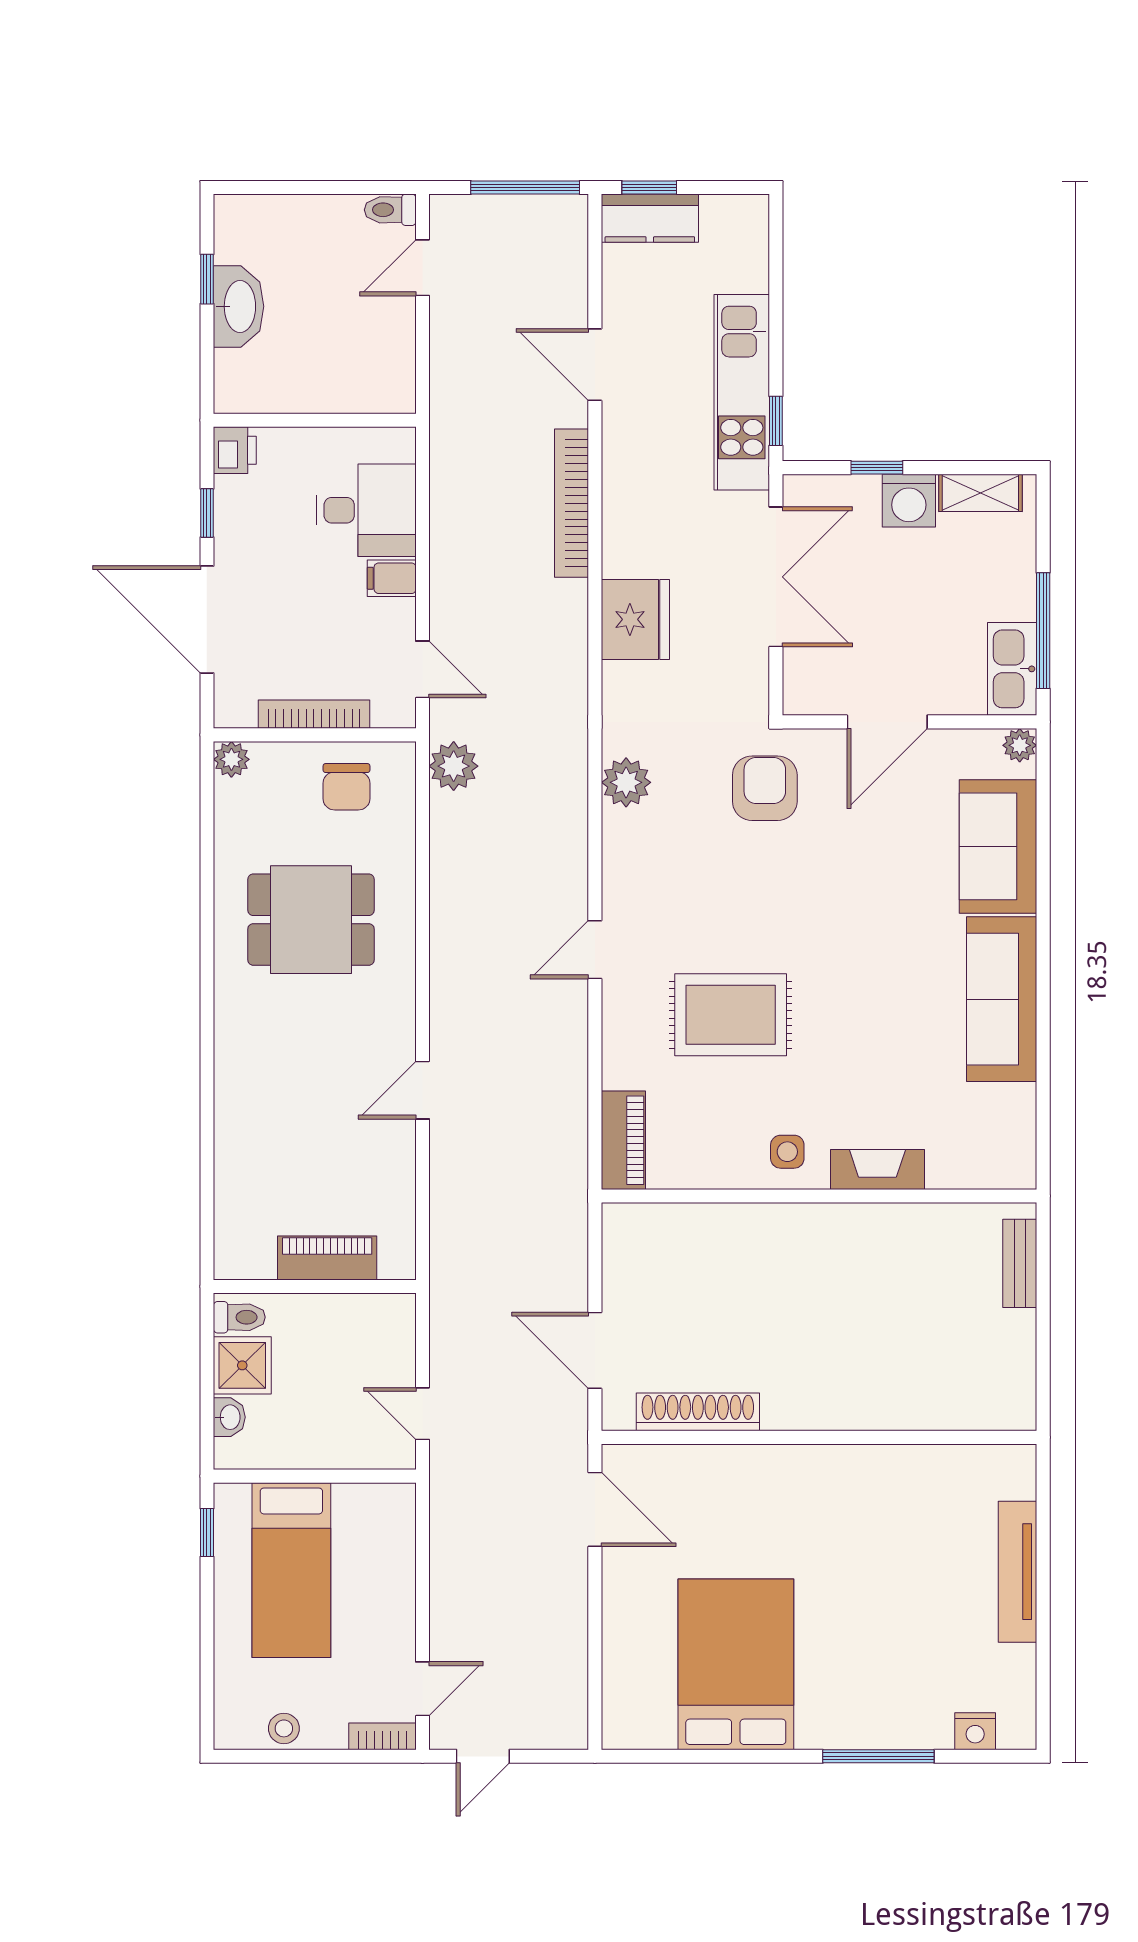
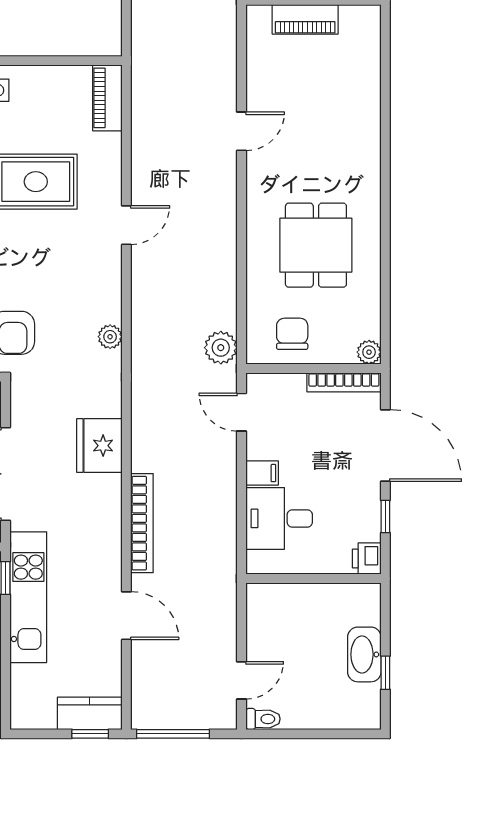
bookcase: (314, 714) -> (344, 382), moved
plant: (626, 782) -> (110, 337), width x0.73, depth x0.73
dining table: (311, 920) -> (316, 245), turned 90

